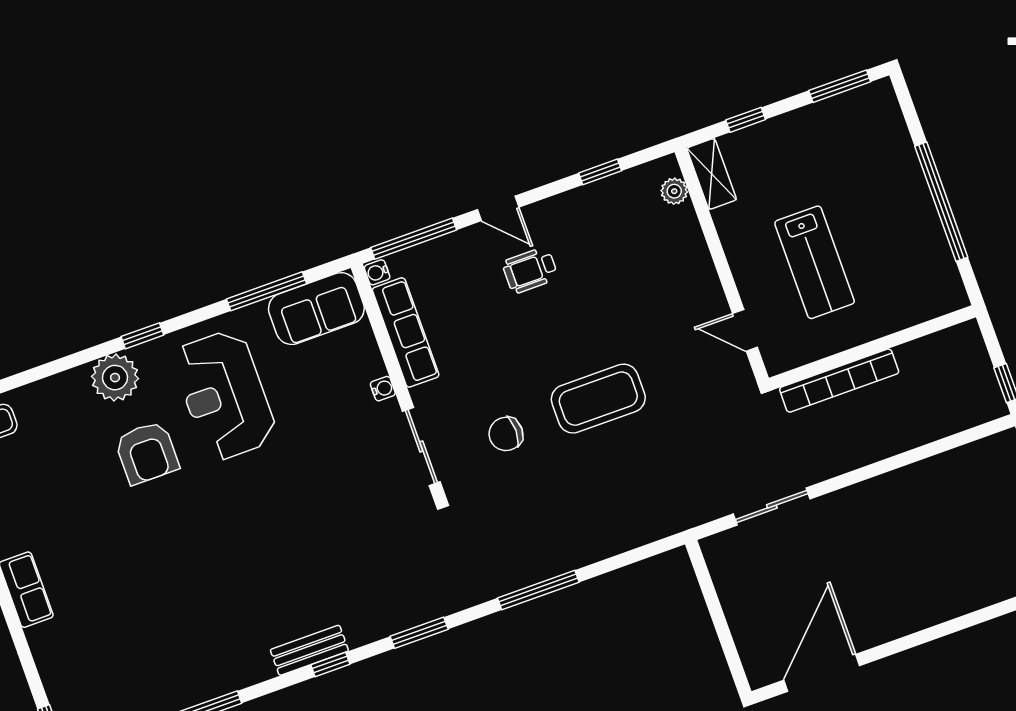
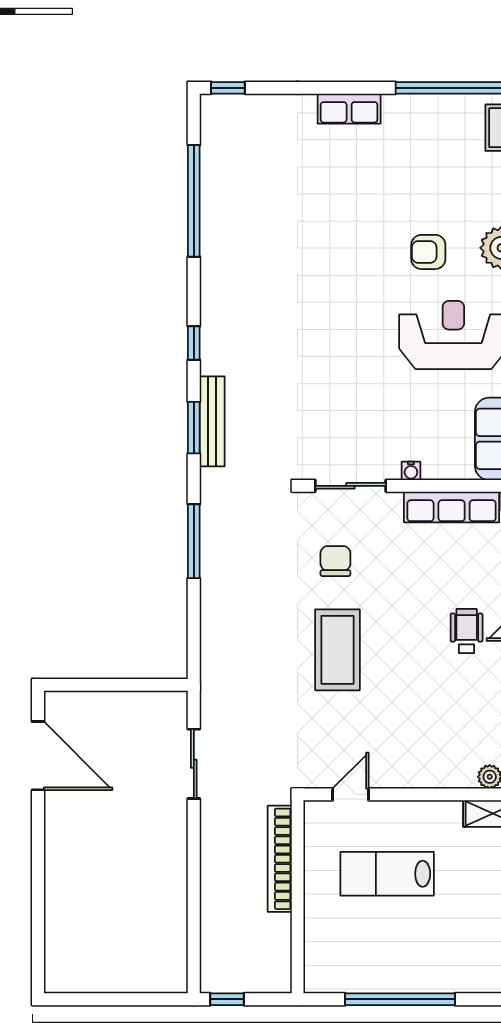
armchair: (147, 453) -> (428, 252), width x0.72, depth x0.72
bench: (309, 650) -> (212, 421), moved, width x1.36

